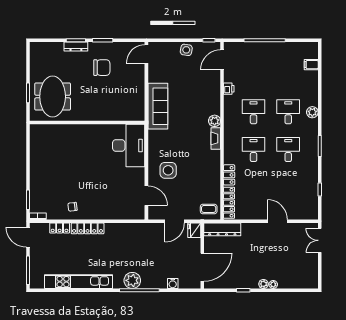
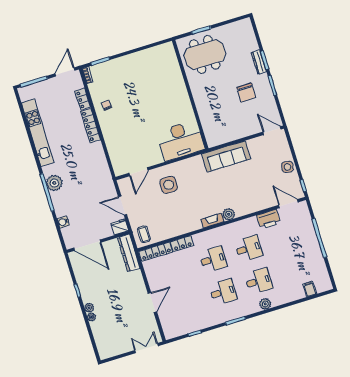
printer: (229, 89) -> (269, 219), width x1.87, depth x1.48

